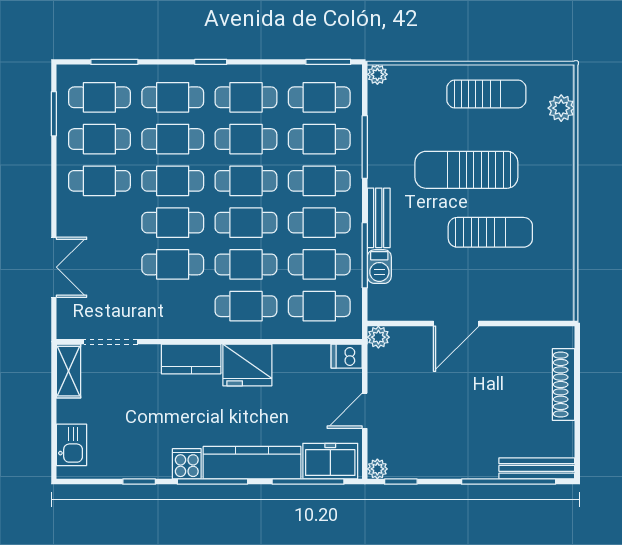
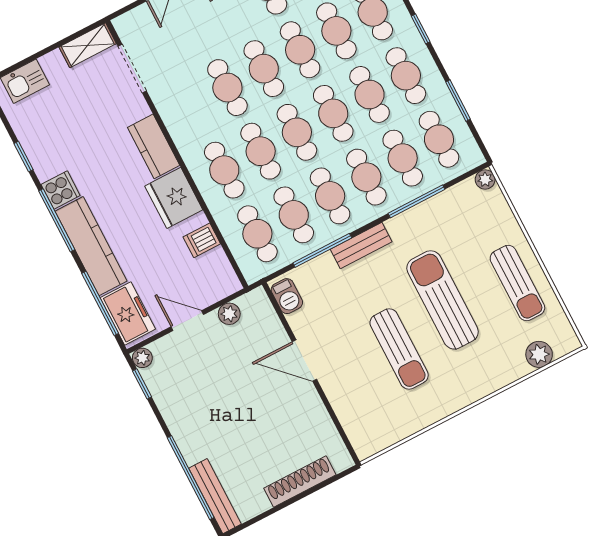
window: (328, 62) -> (458, 101), moved
barbecue: (379, 267) -> (287, 296), moved, turned -90
plant: (378, 337) -> (229, 314), moved
dishwasher: (347, 356) -> (202, 240), moved, turned -90

